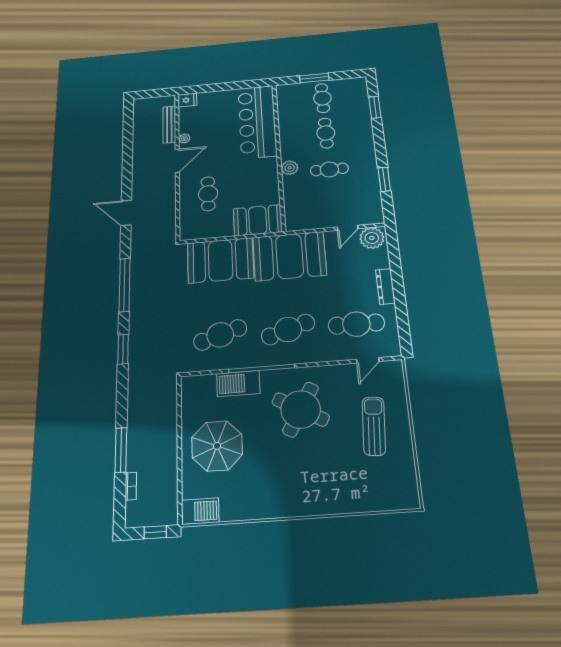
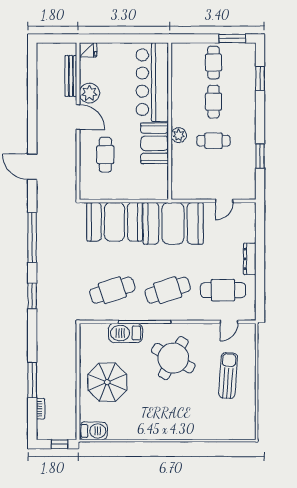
window: (314, 78) -> (232, 39), moved
plant: (184, 138) -> (89, 93), width x1.87, depth x1.87
door: (177, 161) -> (78, 117), hinge flipped
booth: (258, 220) -> (155, 143), moved, turned 90
plant: (372, 238) -> (243, 213), removed

